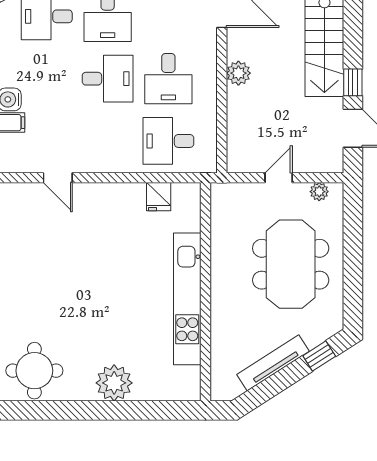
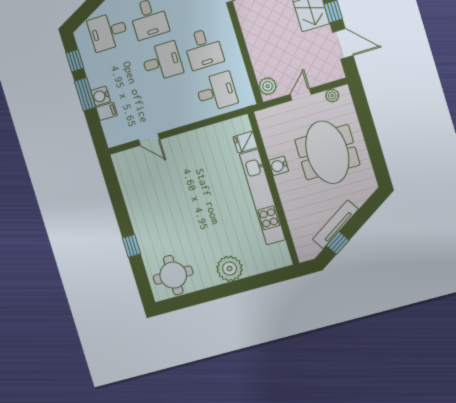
plant: (238, 73) -> (268, 86), moved
desk: (168, 141) -> (216, 92), turned 180
fridge: (159, 197) -> (245, 142), moved, turned 90
water cooler: (221, 263) -> (279, 166), added
window: (319, 356) -> (338, 243), moved

